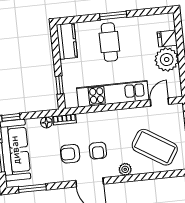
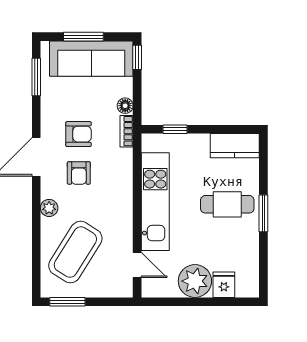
armchair: (98, 151) -> (79, 173), turned -90
armchair: (70, 154) -> (79, 134), turned 90

